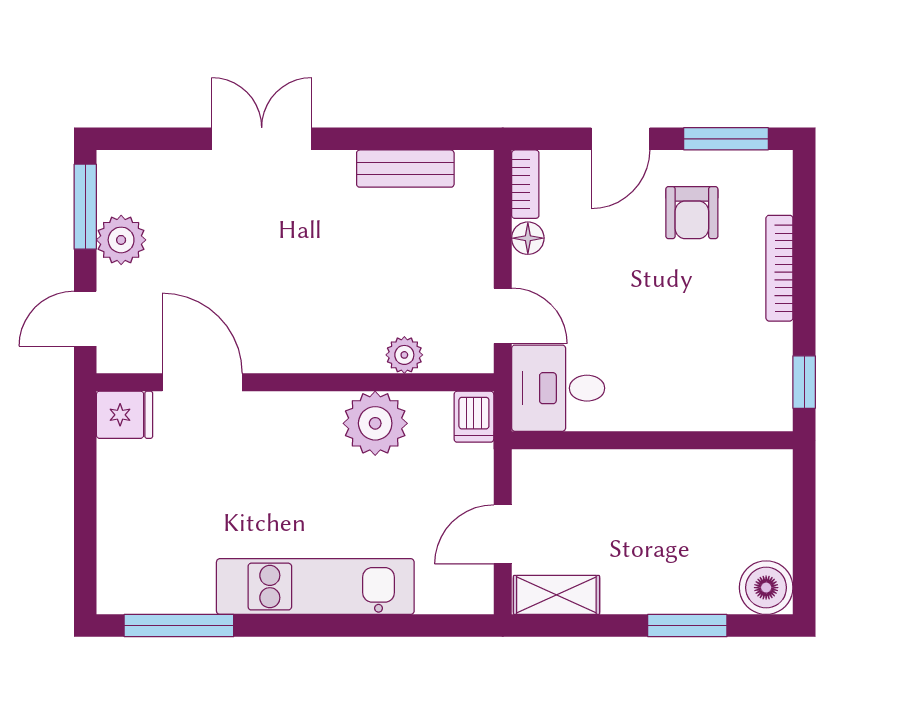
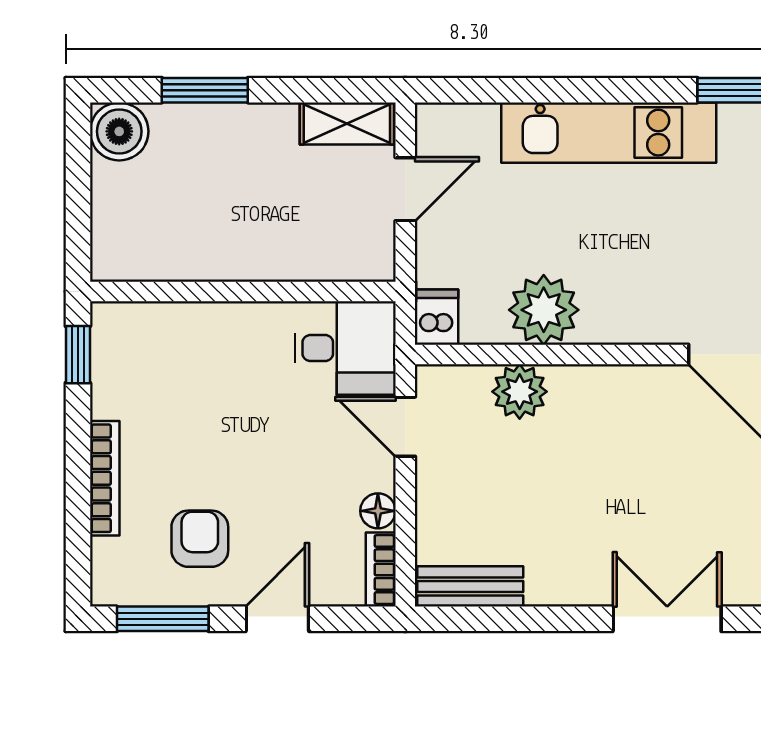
double door: (262, 139) -> (667, 619), swing flipped
bench: (405, 169) -> (470, 586), moved
plant: (404, 355) -> (520, 392), width x1.38, depth x1.38

